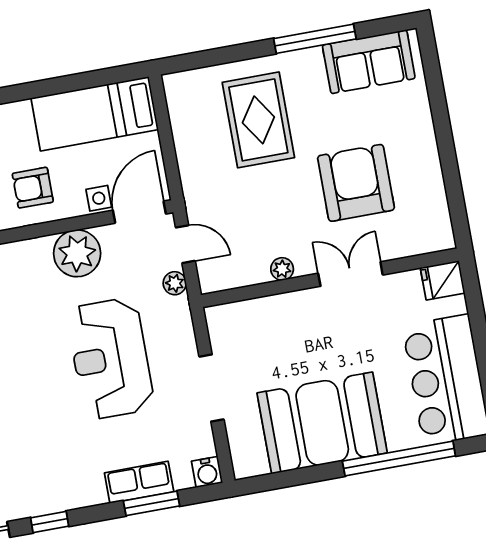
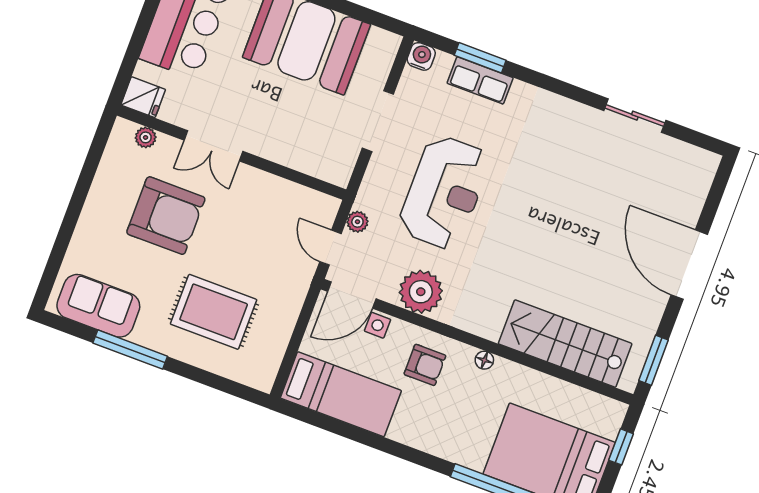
rug: (258, 120) -> (214, 312), turned 90
armchair: (356, 183) -> (166, 216), turned -90
plant: (282, 269) -> (146, 137), moved
window: (50, 522) -> (570, 91), removed

